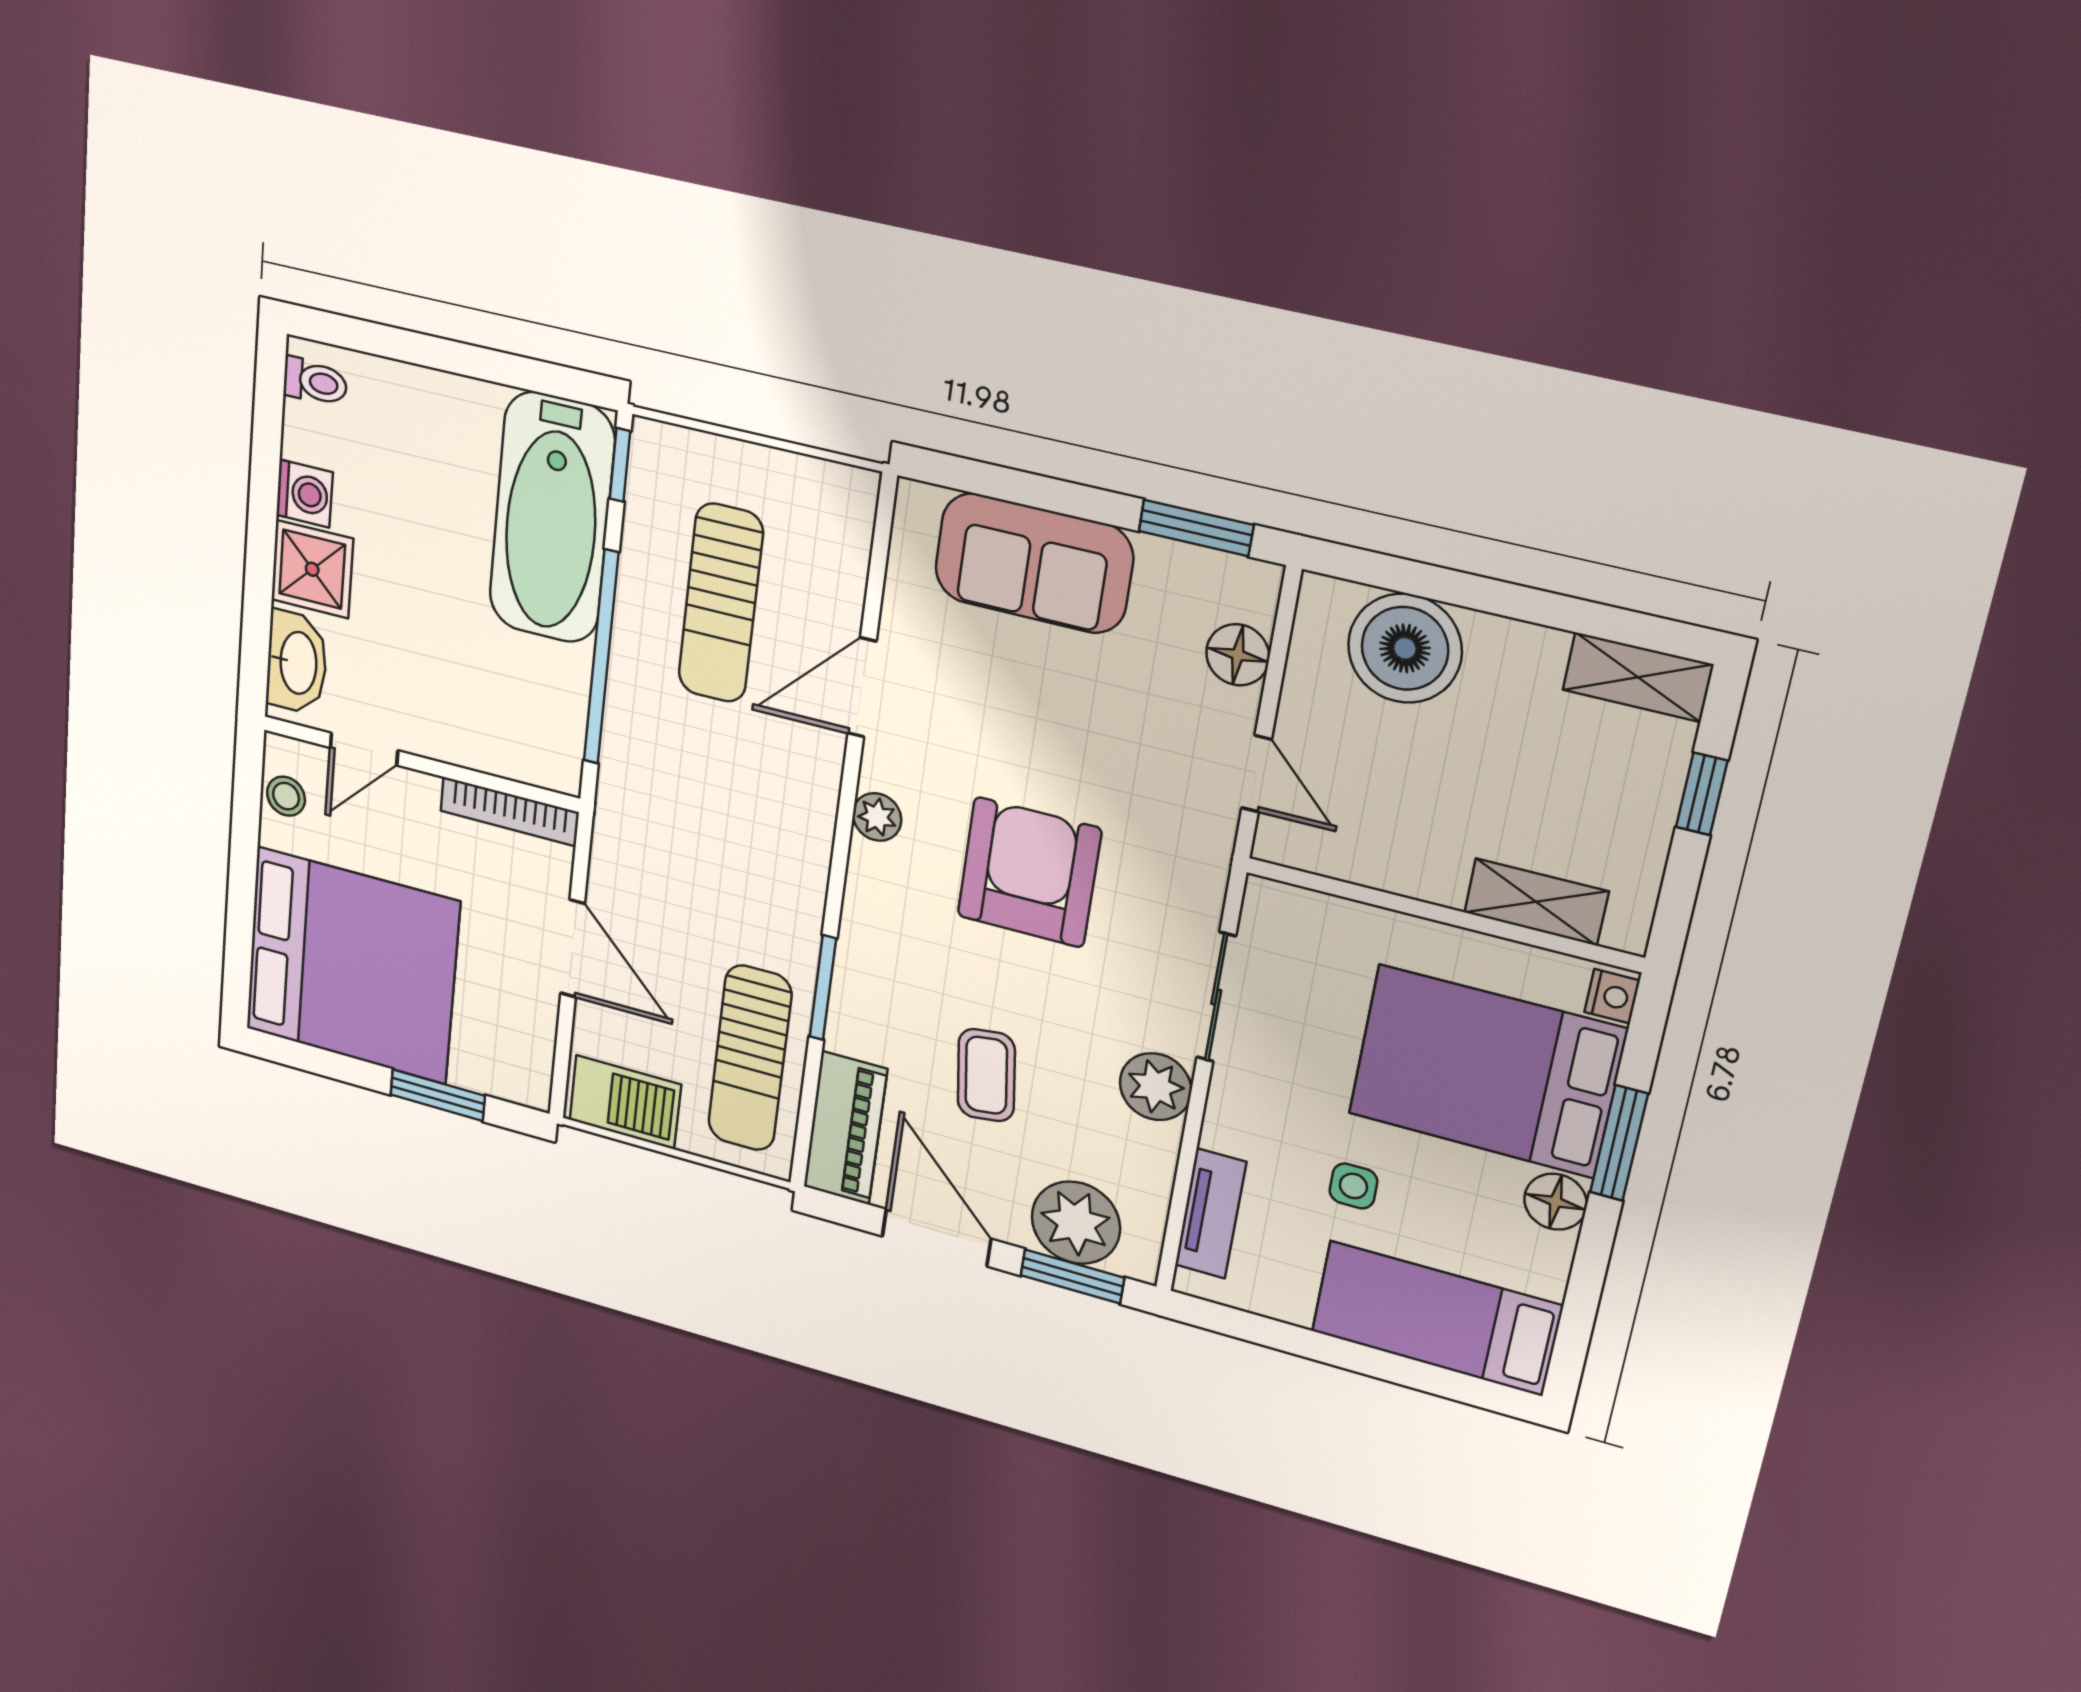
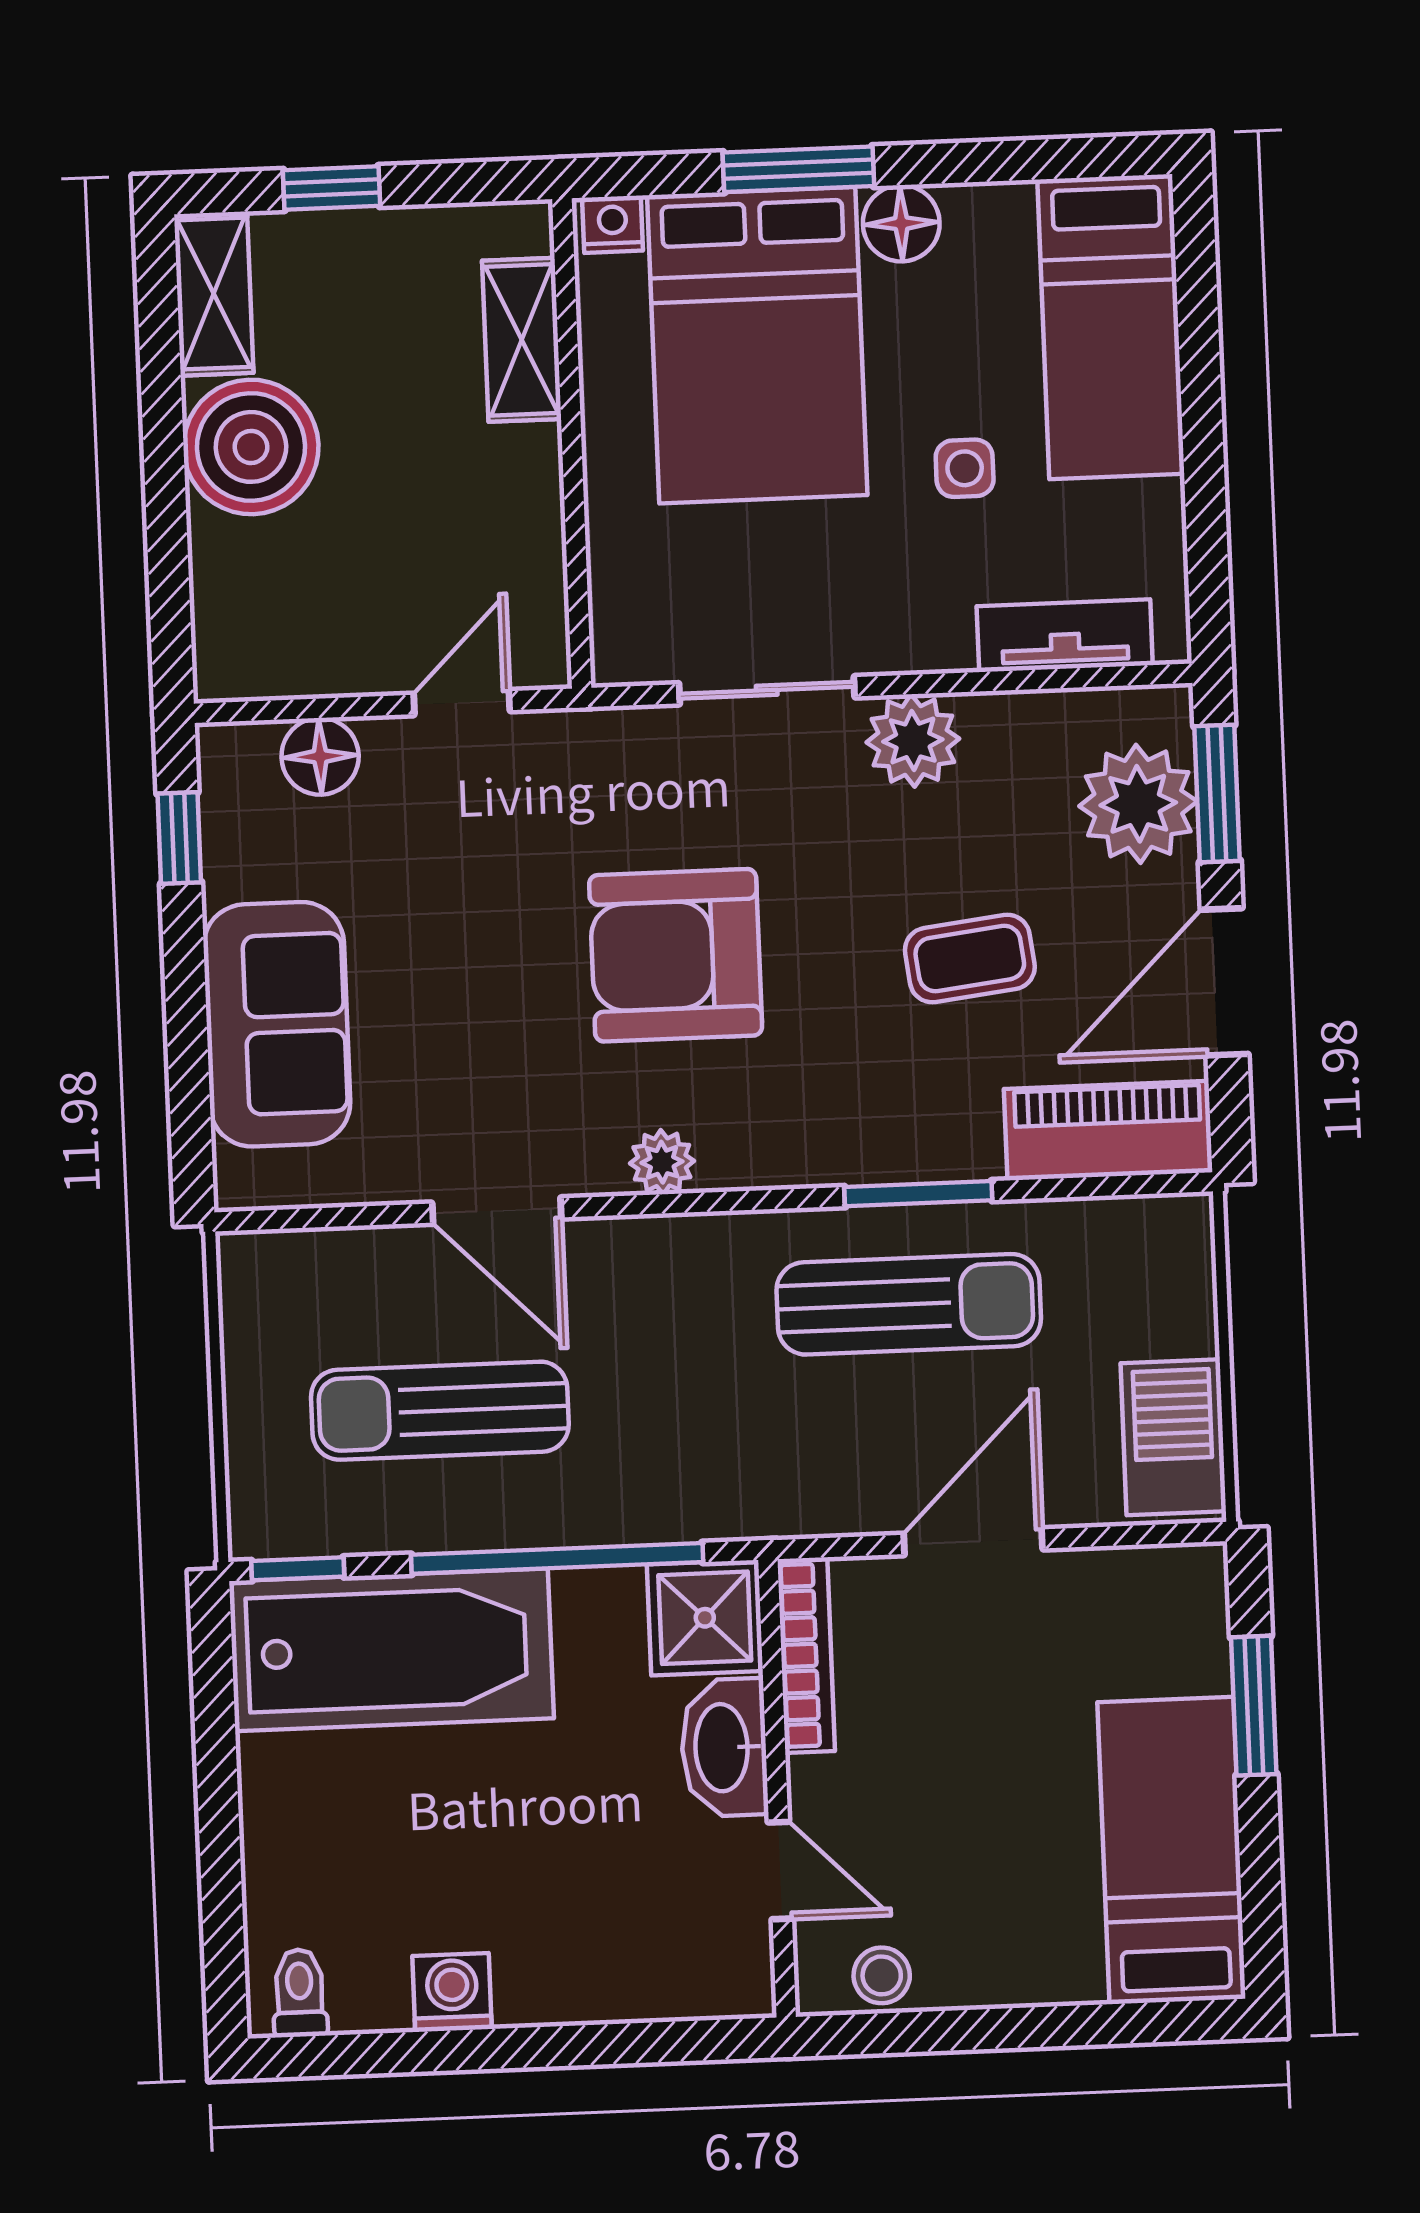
window: (1196, 528) -> (179, 838), width x0.67
shower: (312, 569) -> (705, 1618), moved
sun lounger: (721, 603) -> (440, 1411), turned 180
boiler: (1405, 648) -> (251, 447), moved
washbasin: (297, 663) -> (724, 1748), moved, turned -90
bed: (352, 966) -> (1171, 1850), width x0.49
sun lounger: (750, 1058) -> (909, 1304), moved

